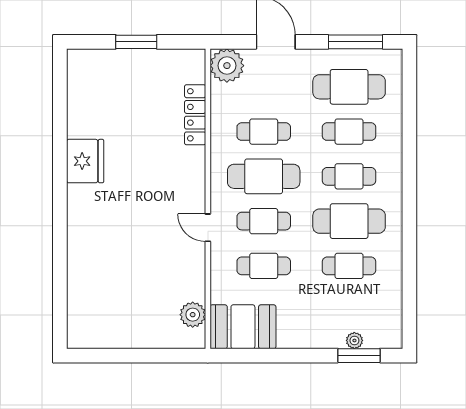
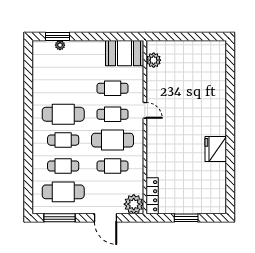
locker: (195, 115) -> (152, 196), moved
cafe table: (349, 266) -> (63, 88), removed

